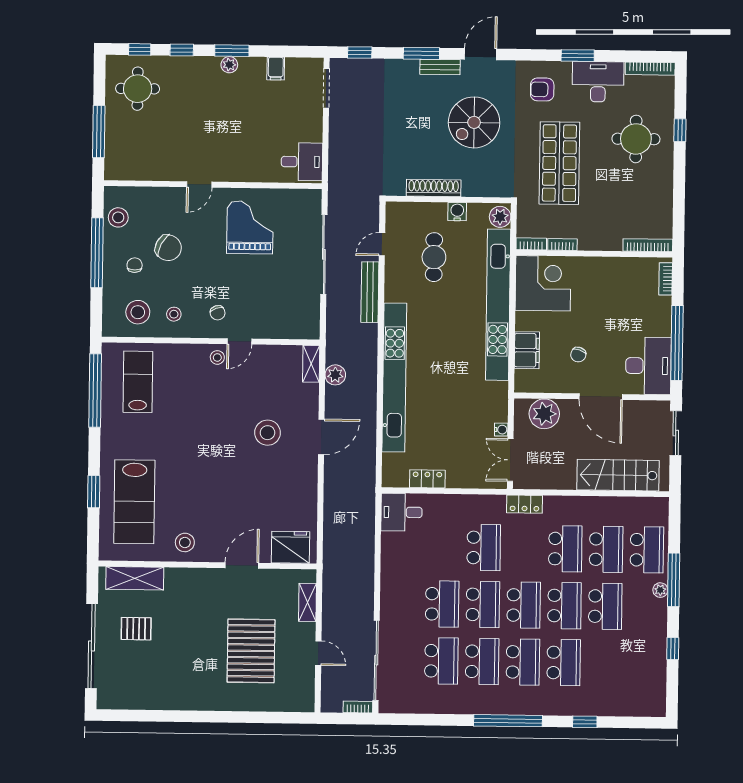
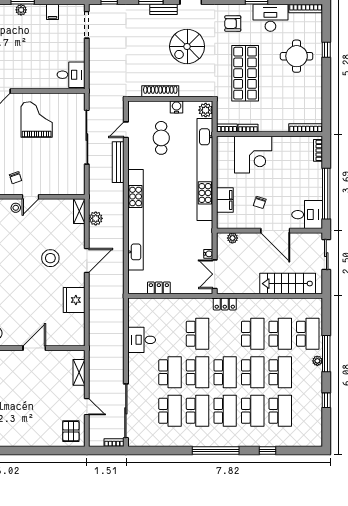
corner desk: (543, 283) -> (253, 155), moved, turned 90
desk: (648, 366) -> (307, 215), width x0.73
plant: (544, 414) -> (232, 238), width x0.53, depth x0.53
desk: (402, 512) -> (142, 340), moved
fridge: (290, 547) -> (74, 300), moved, turned -90
pallet: (251, 651) -> (71, 431), moved, width x0.49, depth x0.50
school desk: (604, 663) -> (280, 411), added

